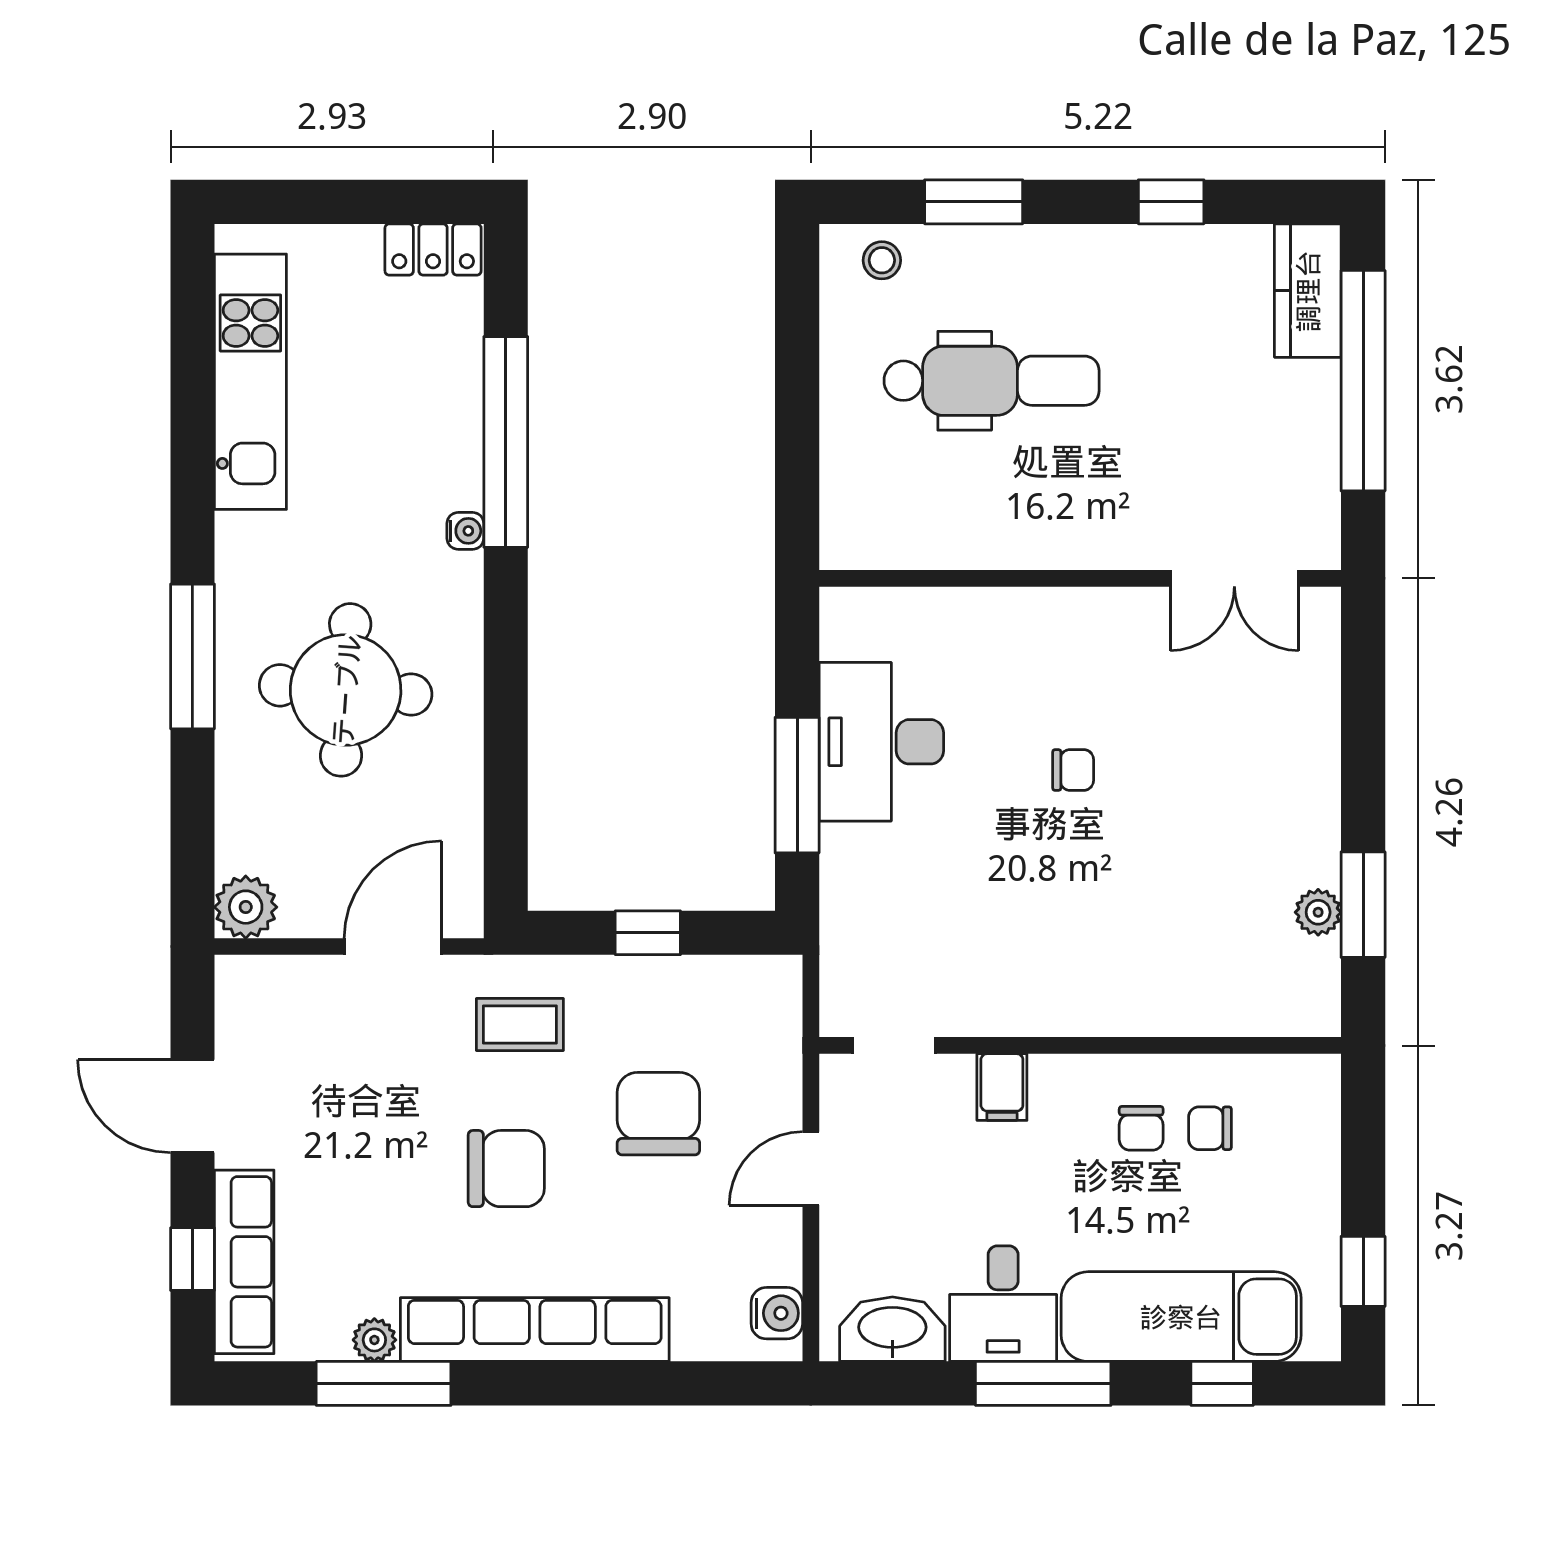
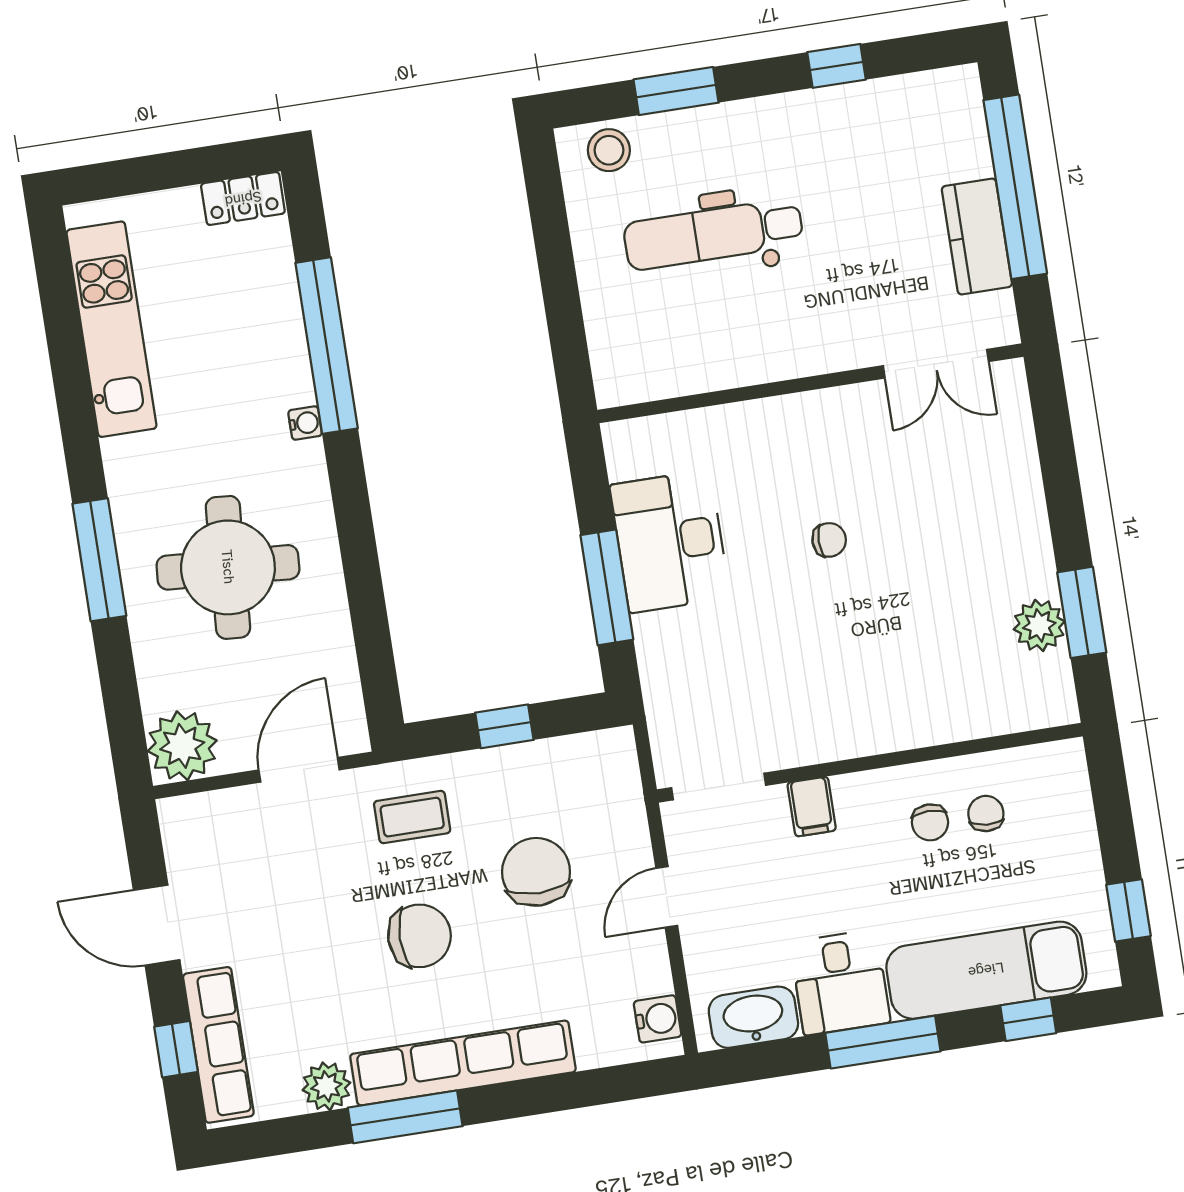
stool: (882, 260) -> (609, 150), width x1.37, depth x1.37
kitchen counter: (1308, 291) -> (977, 237), moved
dental chair: (992, 381) -> (713, 234), turned 180
plant: (246, 907) -> (182, 746), width x1.36, depth x1.36
plant: (1318, 912) -> (1039, 625), width x1.38, depth x1.38
doorway: (894, 1045) -> (719, 786), width x1.38
chair: (1210, 1128) -> (986, 814), turned 94
plant: (374, 1340) -> (326, 1086), width x1.38, depth x1.38
window: (384, 1383) -> (405, 1117), moved

